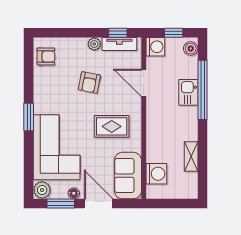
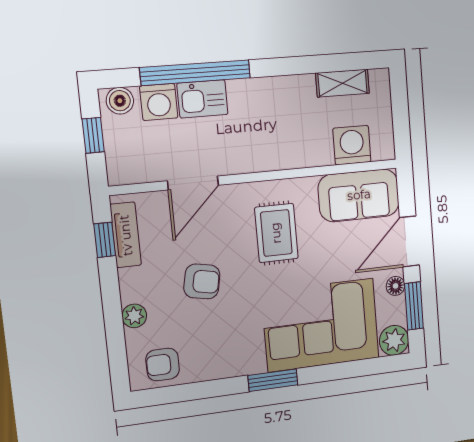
plant: (94, 44) -> (134, 316), moved
washing machine: (155, 47) -> (159, 102), moved, turned 180
armchair: (46, 56) -> (163, 365), turned -90
shelving: (191, 157) -> (343, 83), moved

